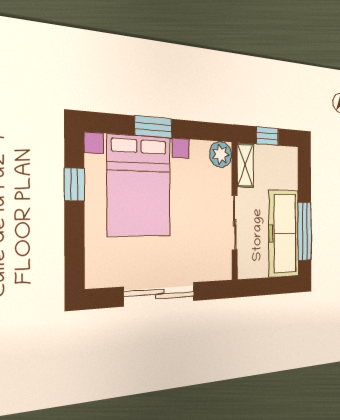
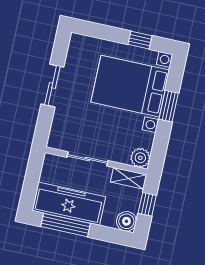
boiler: (288, 159) -> (126, 221), added
sliding door: (160, 294) -> (52, 86), width x0.73

